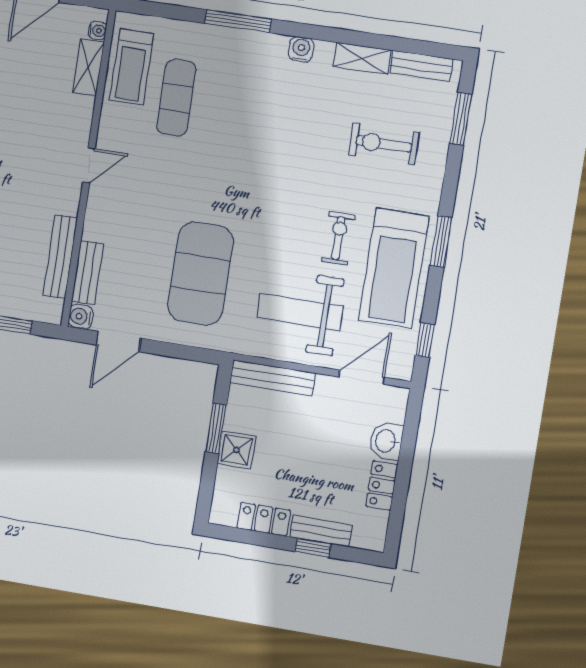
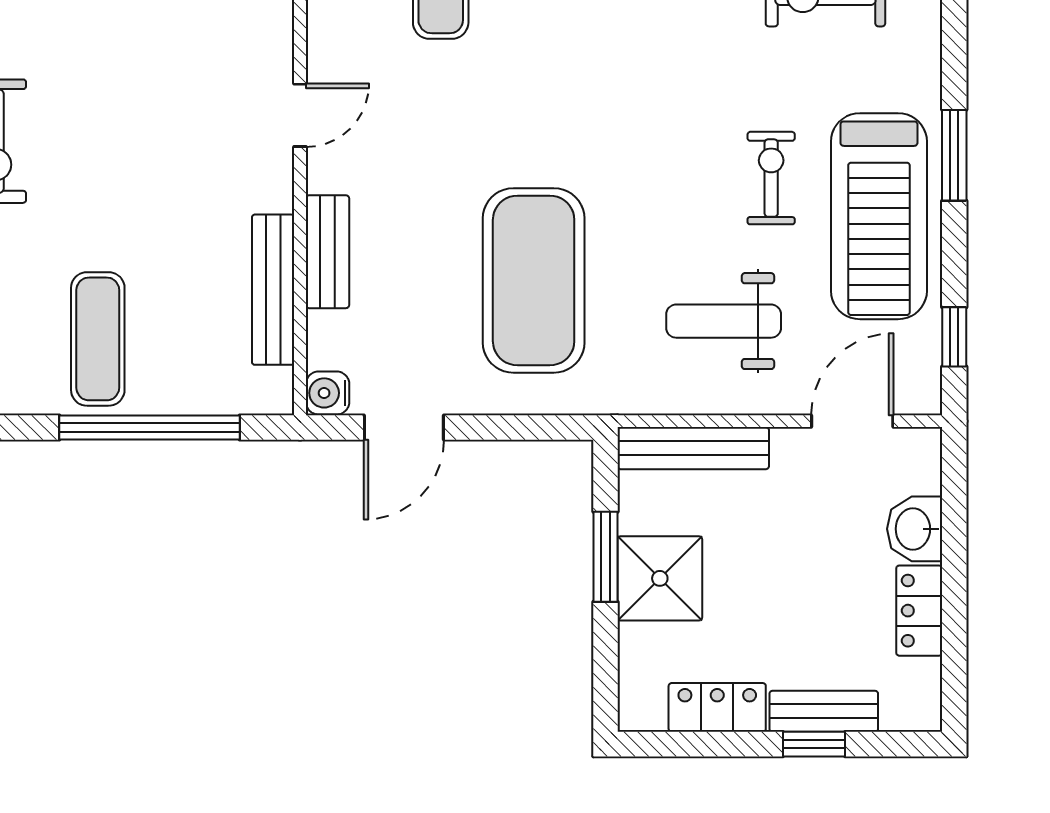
bench: (87, 273) -> (327, 252), moved
weight bench: (300, 312) -> (724, 321), width x0.73, depth x0.75
shower: (236, 450) -> (660, 578), width x1.36, depth x1.36

